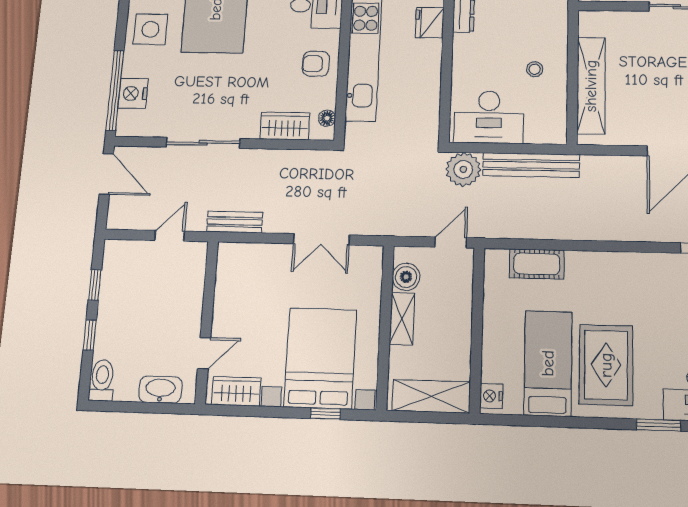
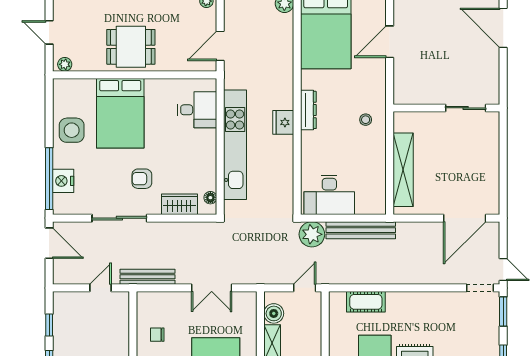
armchair: (316, 64) -> (142, 179), moved
stool: (535, 69) -> (366, 120), moved
bench: (235, 222) -> (147, 277), width x1.36
chair: (242, 302) -> (157, 335), added

